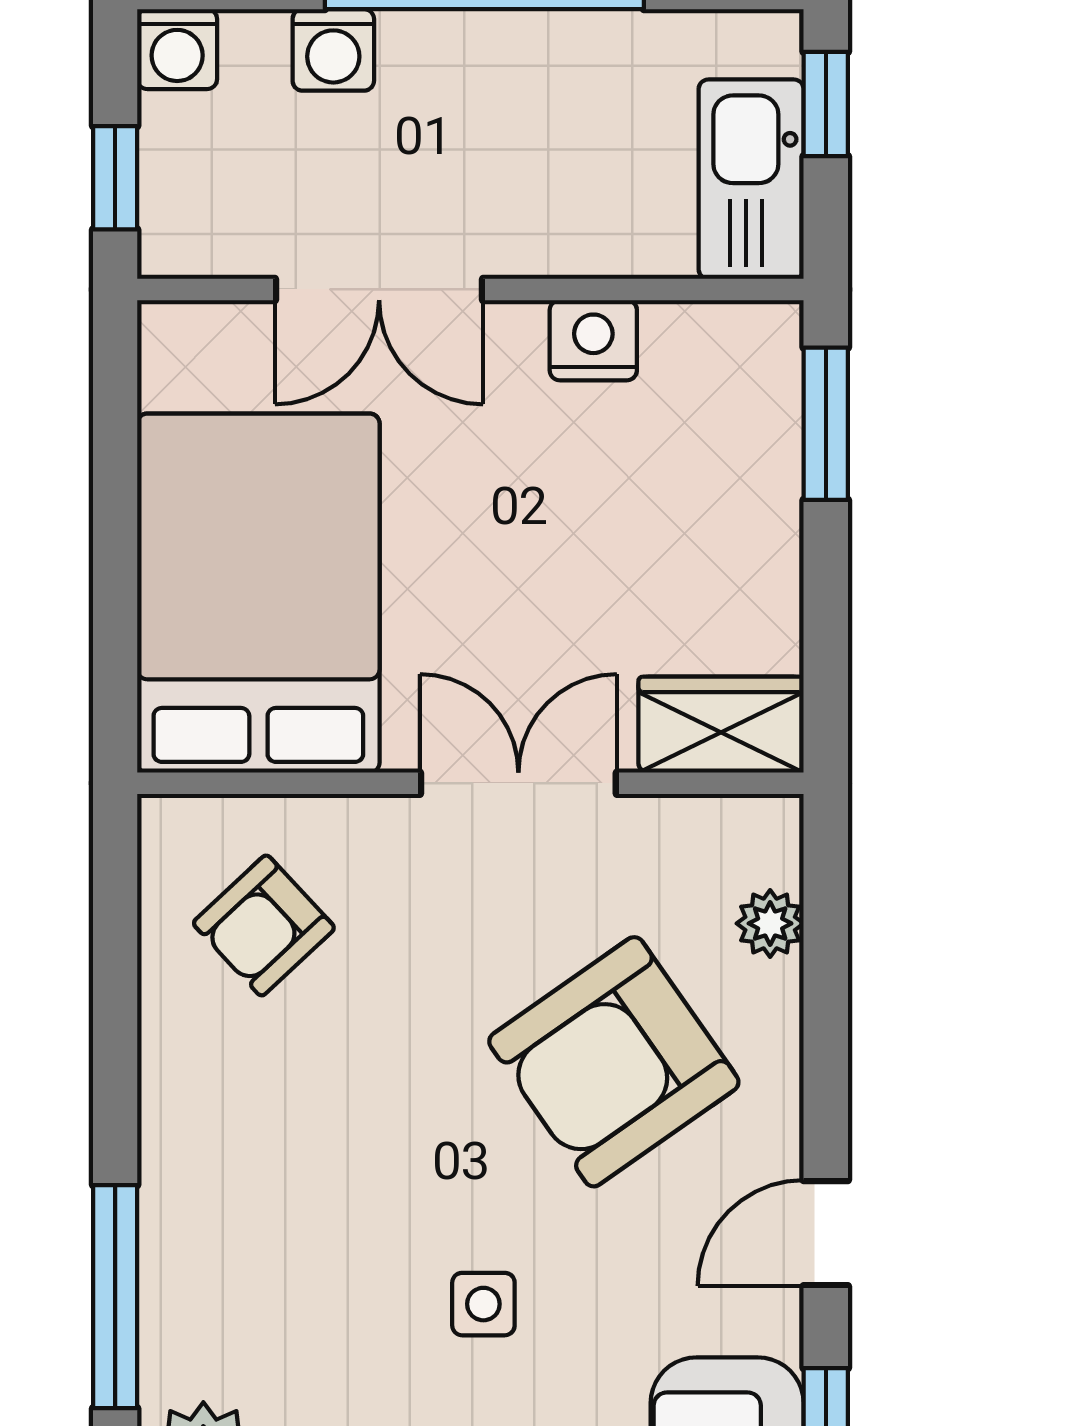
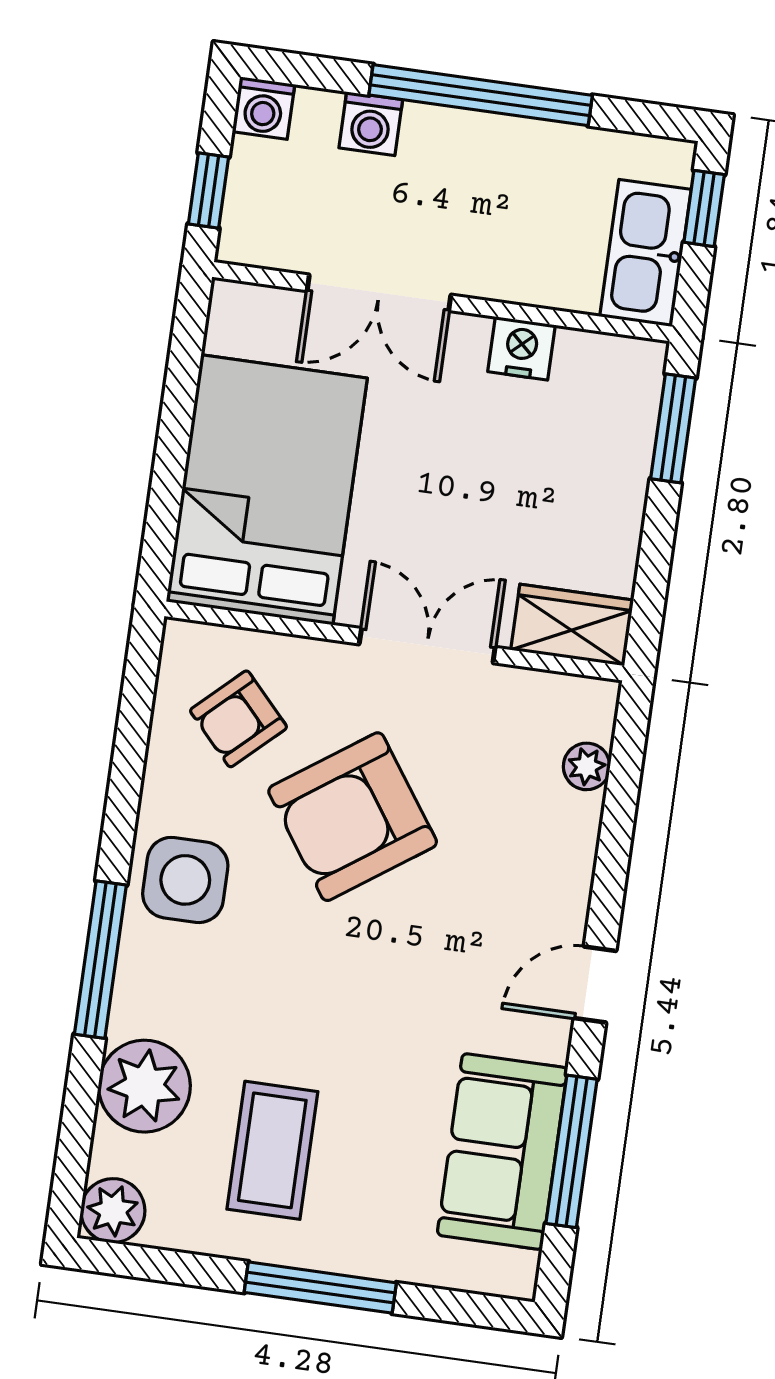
armchair: (614, 1062) -> (353, 817), moved
side table: (483, 1304) -> (185, 880), moved, width x1.87, depth x1.87

